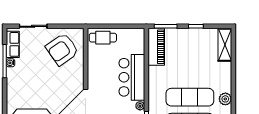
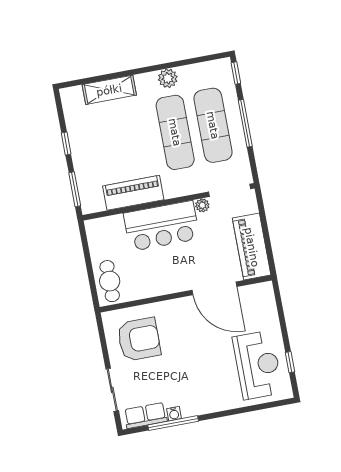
shelving: (225, 45) -> (109, 90), moved
piano: (156, 47) -> (133, 193), moved
armchair: (62, 49) -> (139, 339), turned -55

